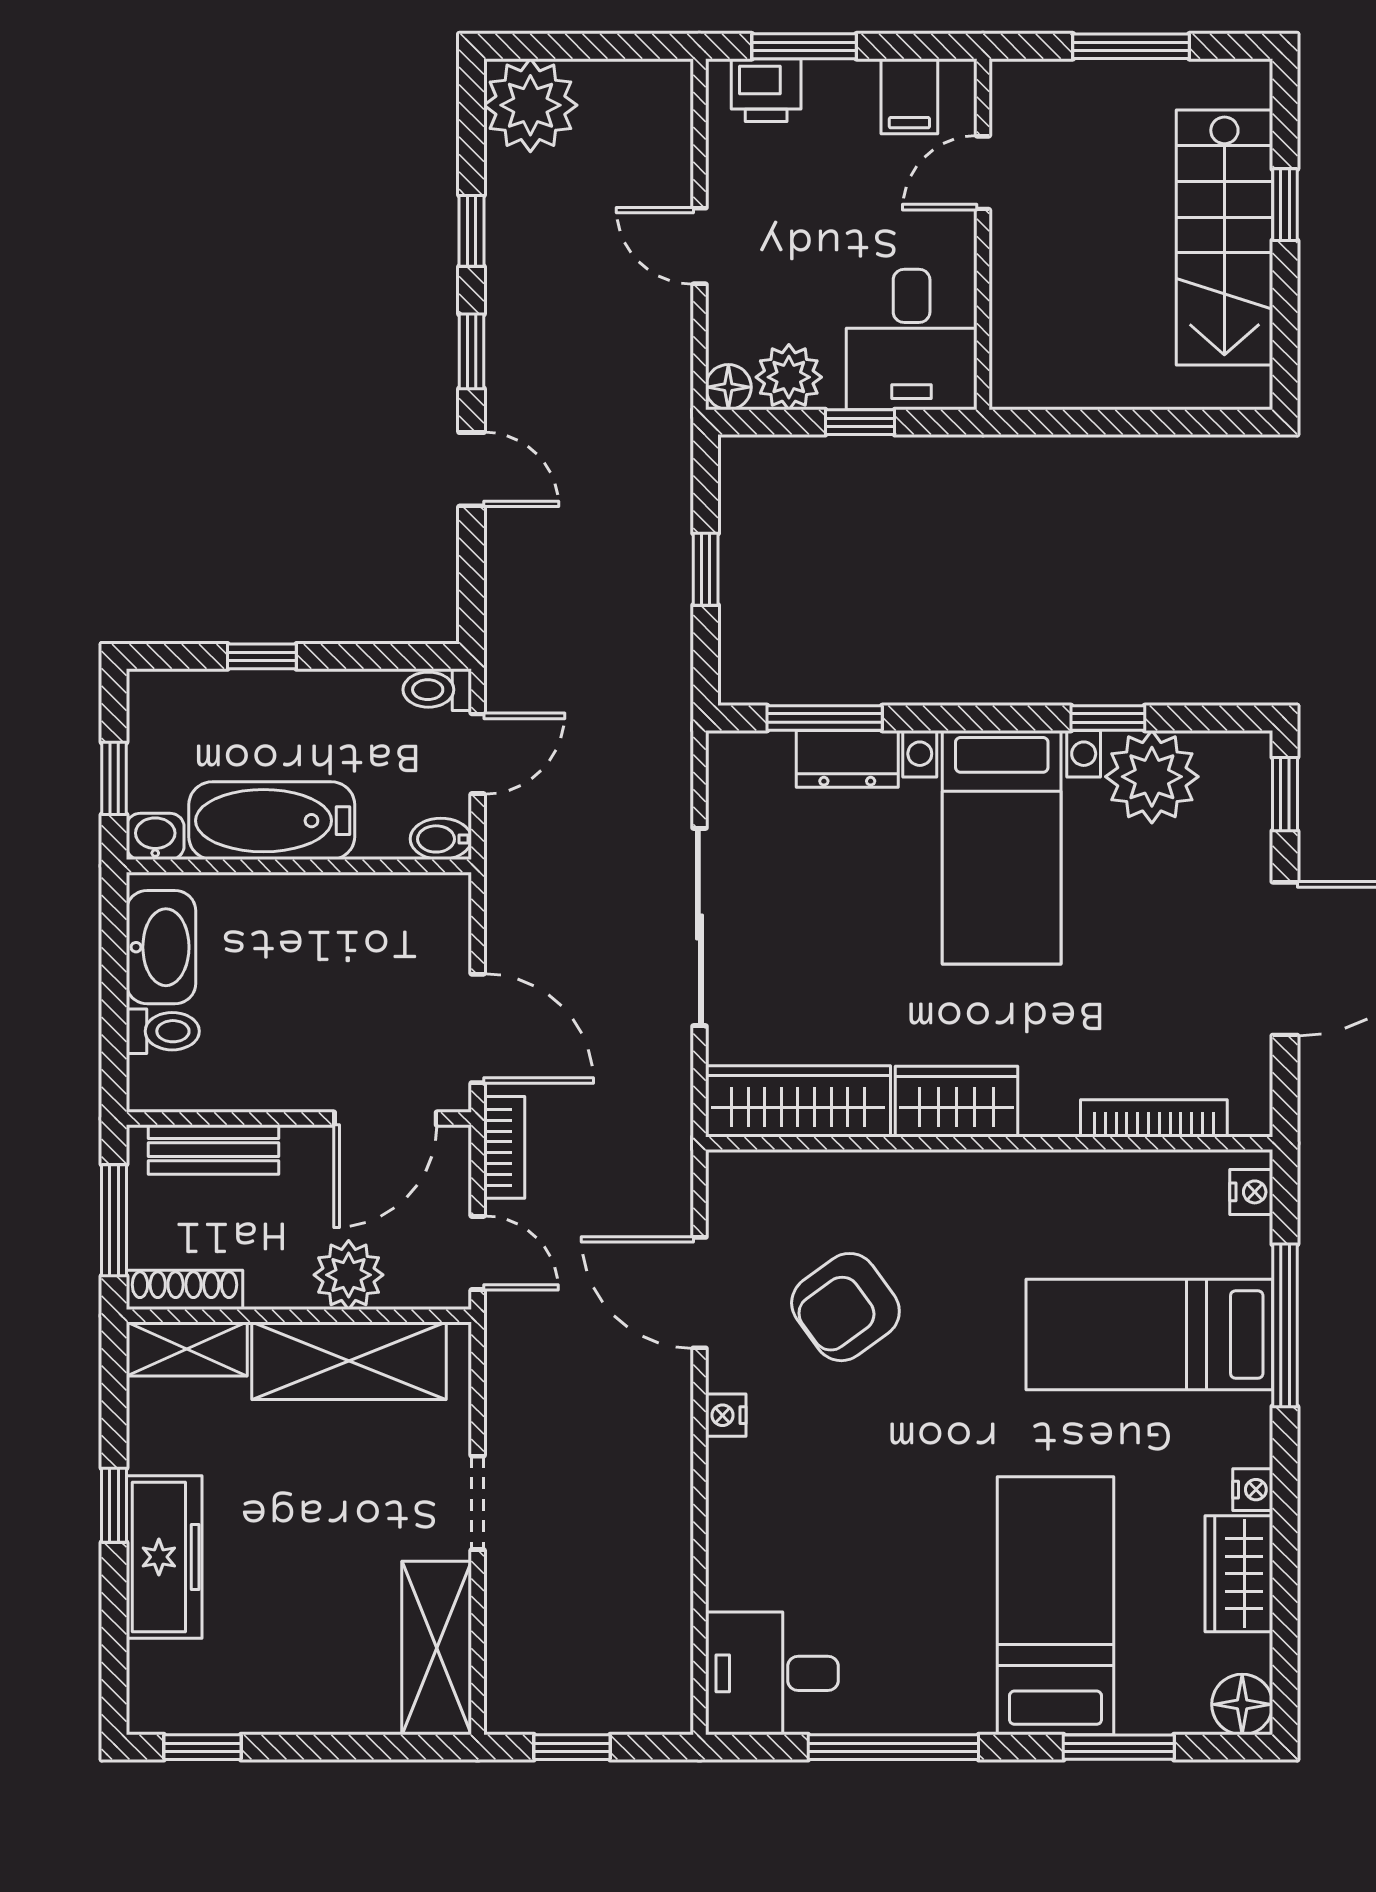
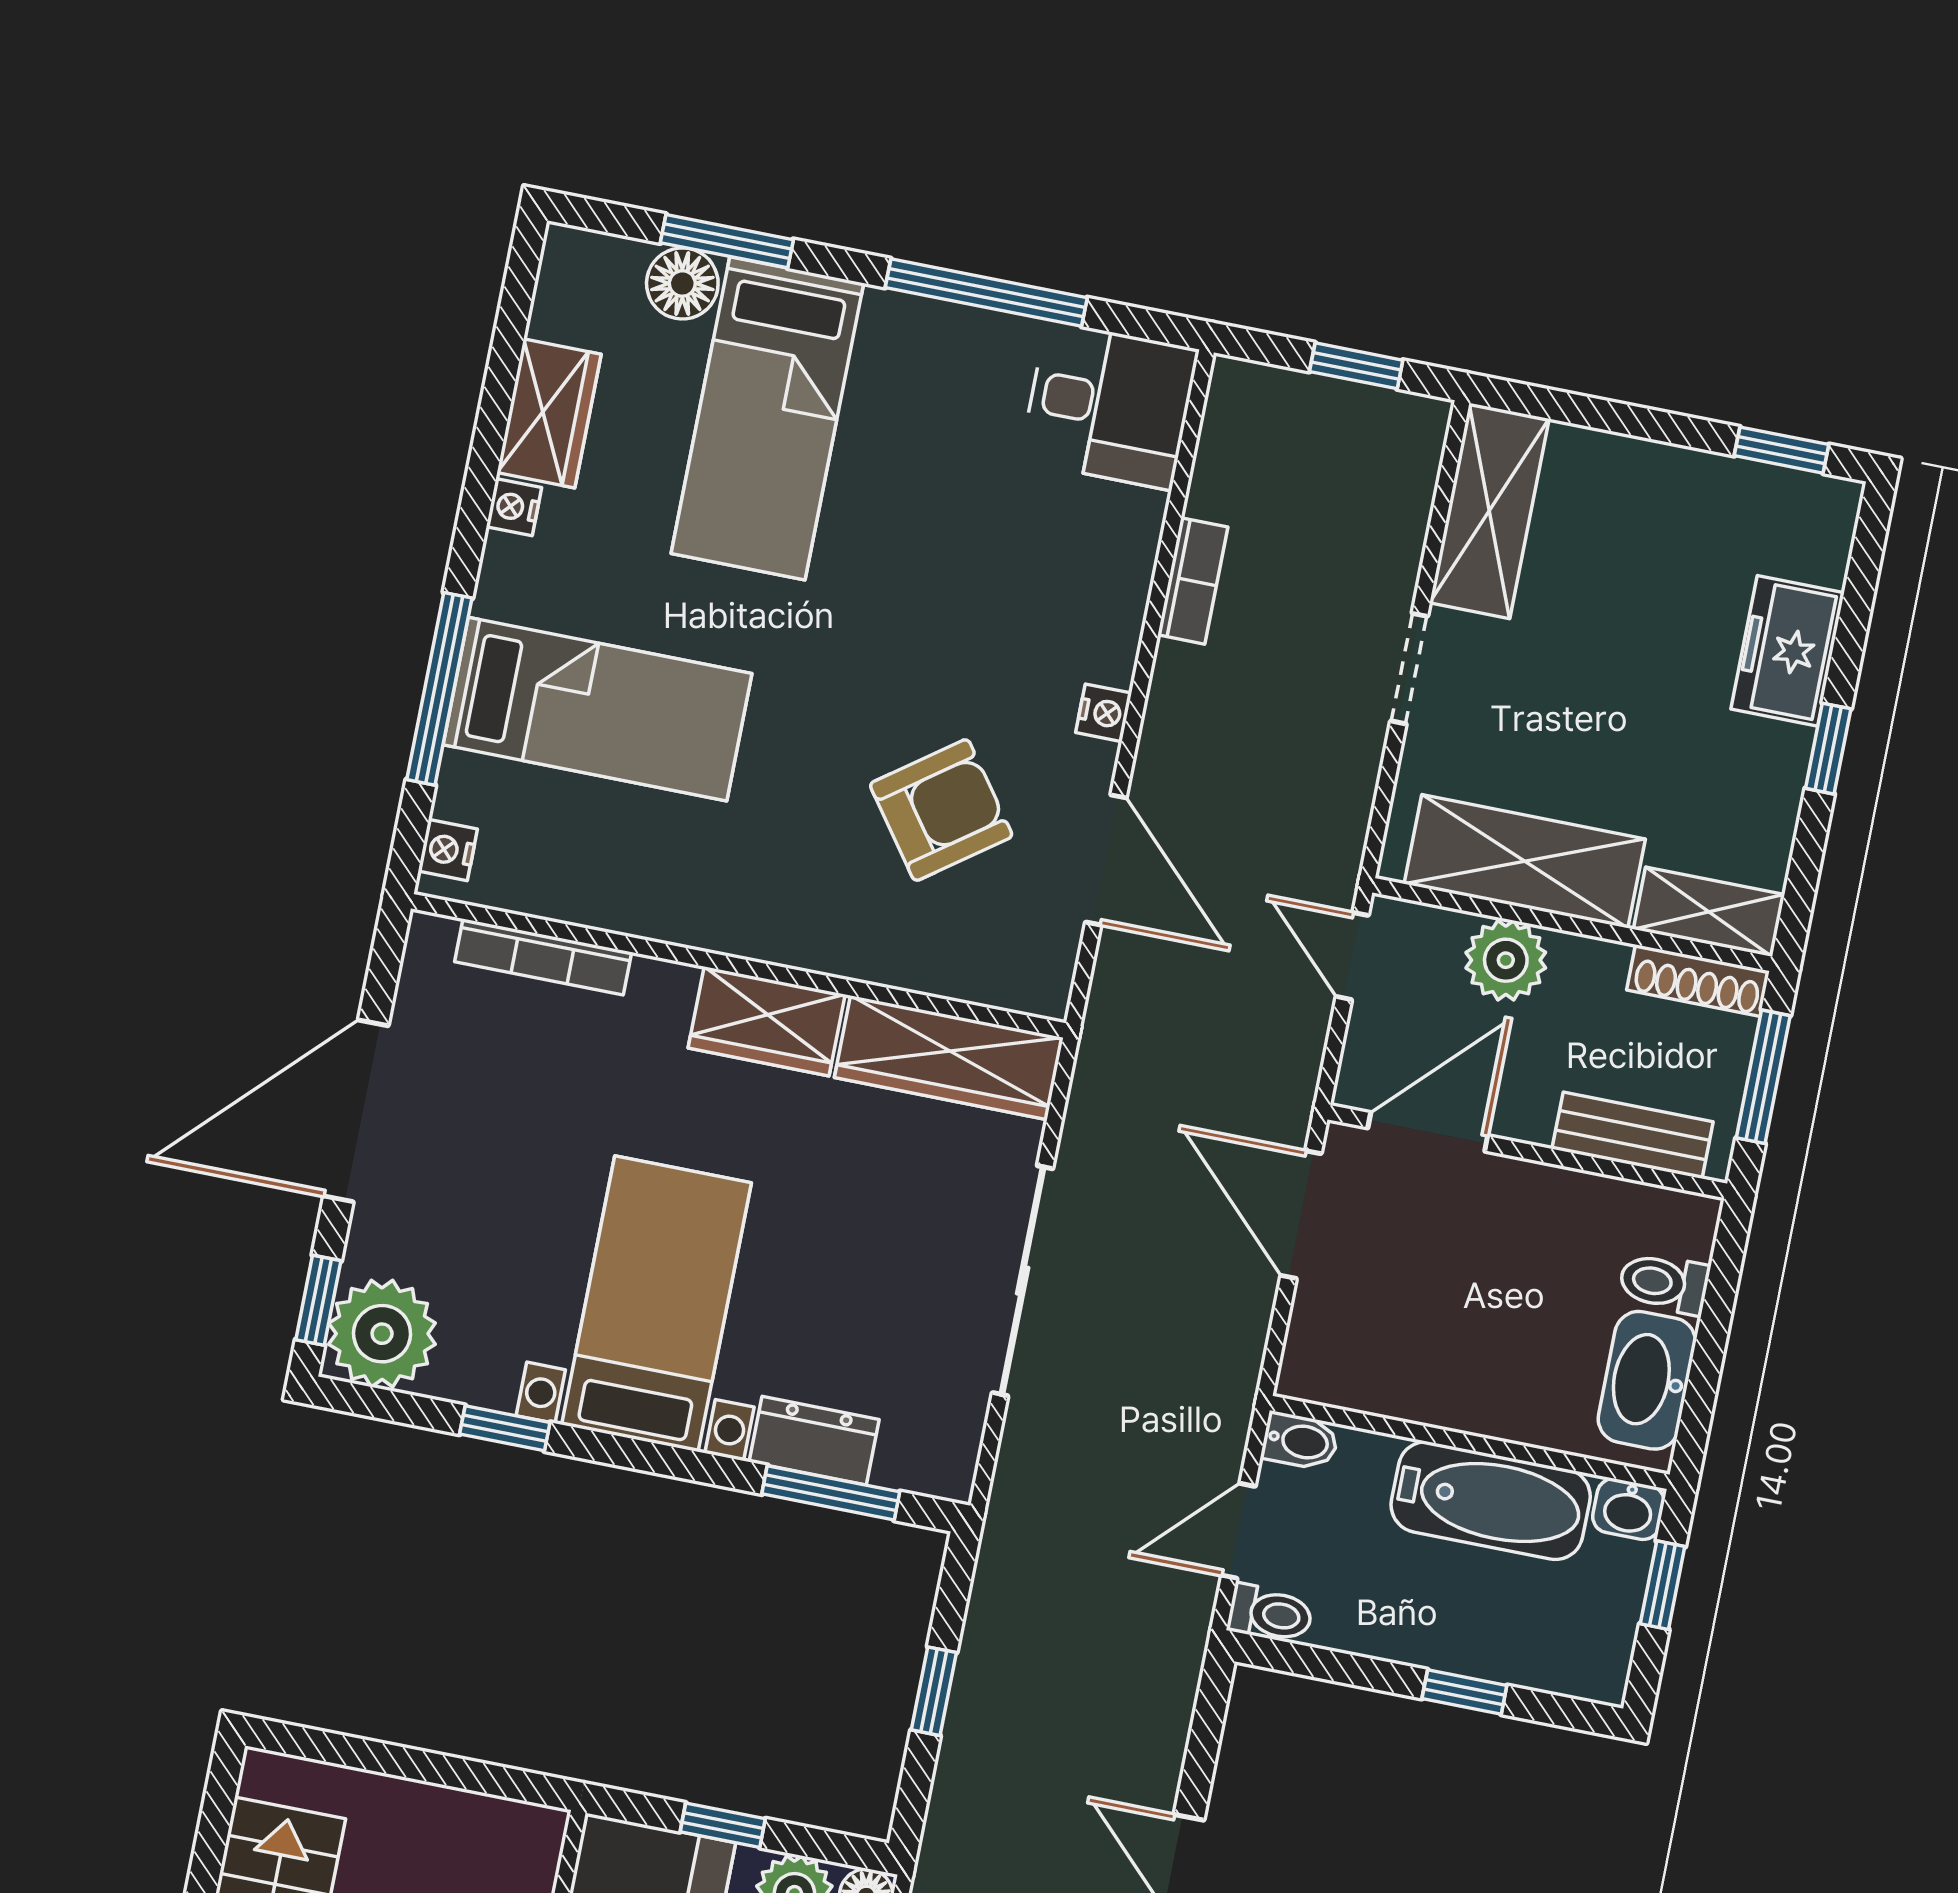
plant: (1152, 777) -> (382, 1334), moved
bookcase: (504, 1147) -> (1193, 581), moved, turned 180
freezer: (164, 1557) -> (1788, 651), width x0.71
floor lamp: (1242, 1704) -> (682, 283), moved

